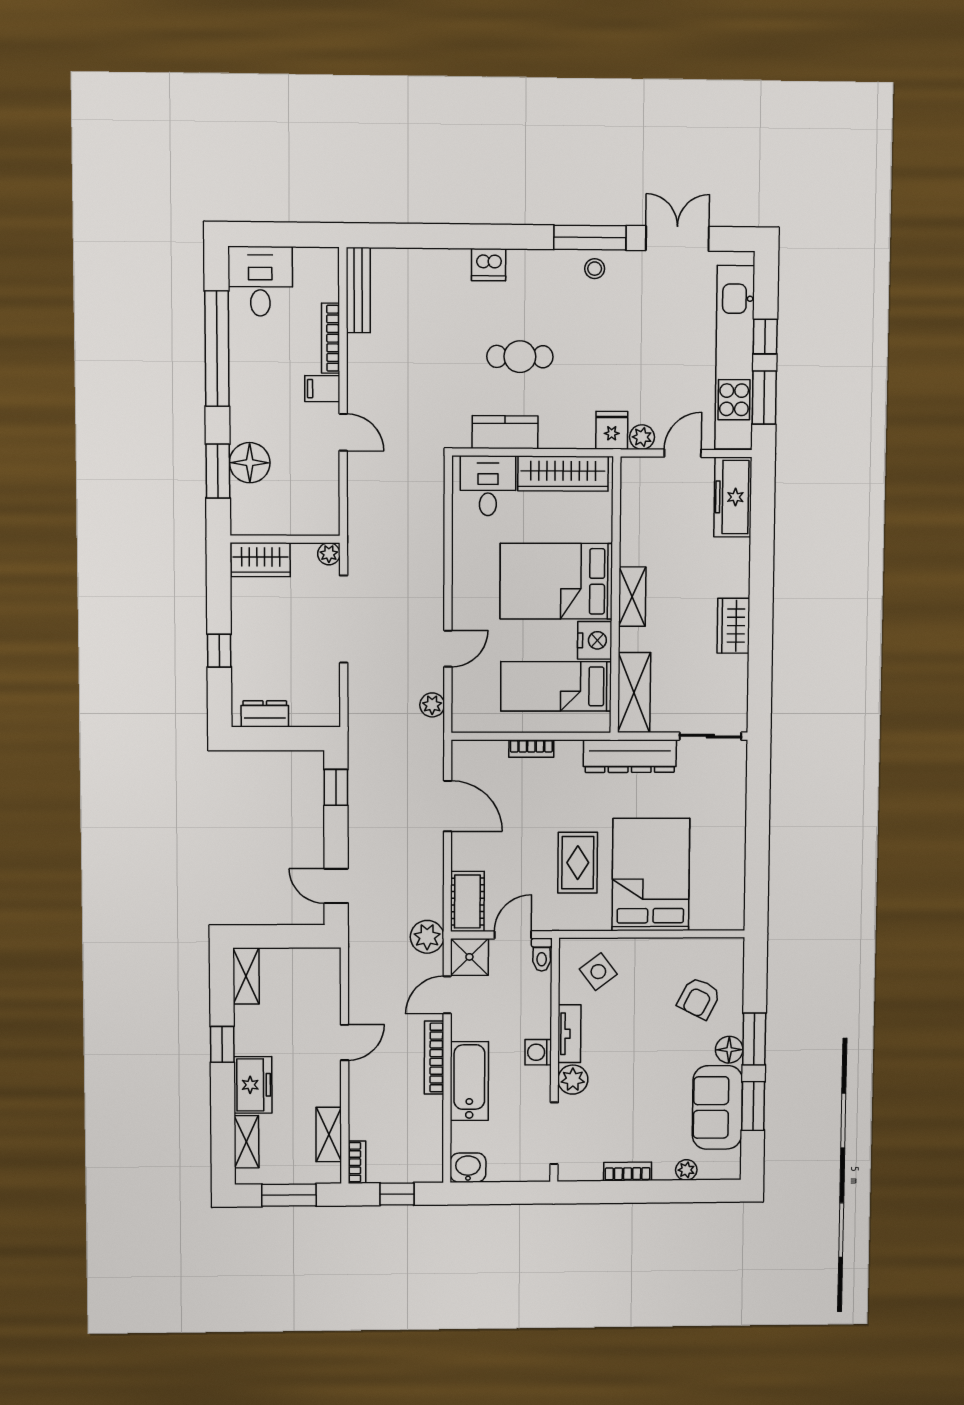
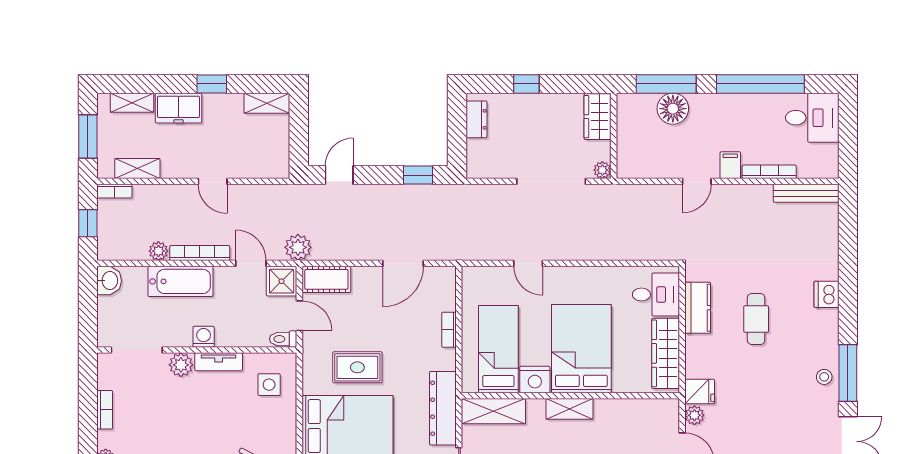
window: (218, 471) -> (666, 84), width x1.44
plant: (432, 705) -> (158, 251), moved
side table: (598, 972) -> (269, 385), turned 37

